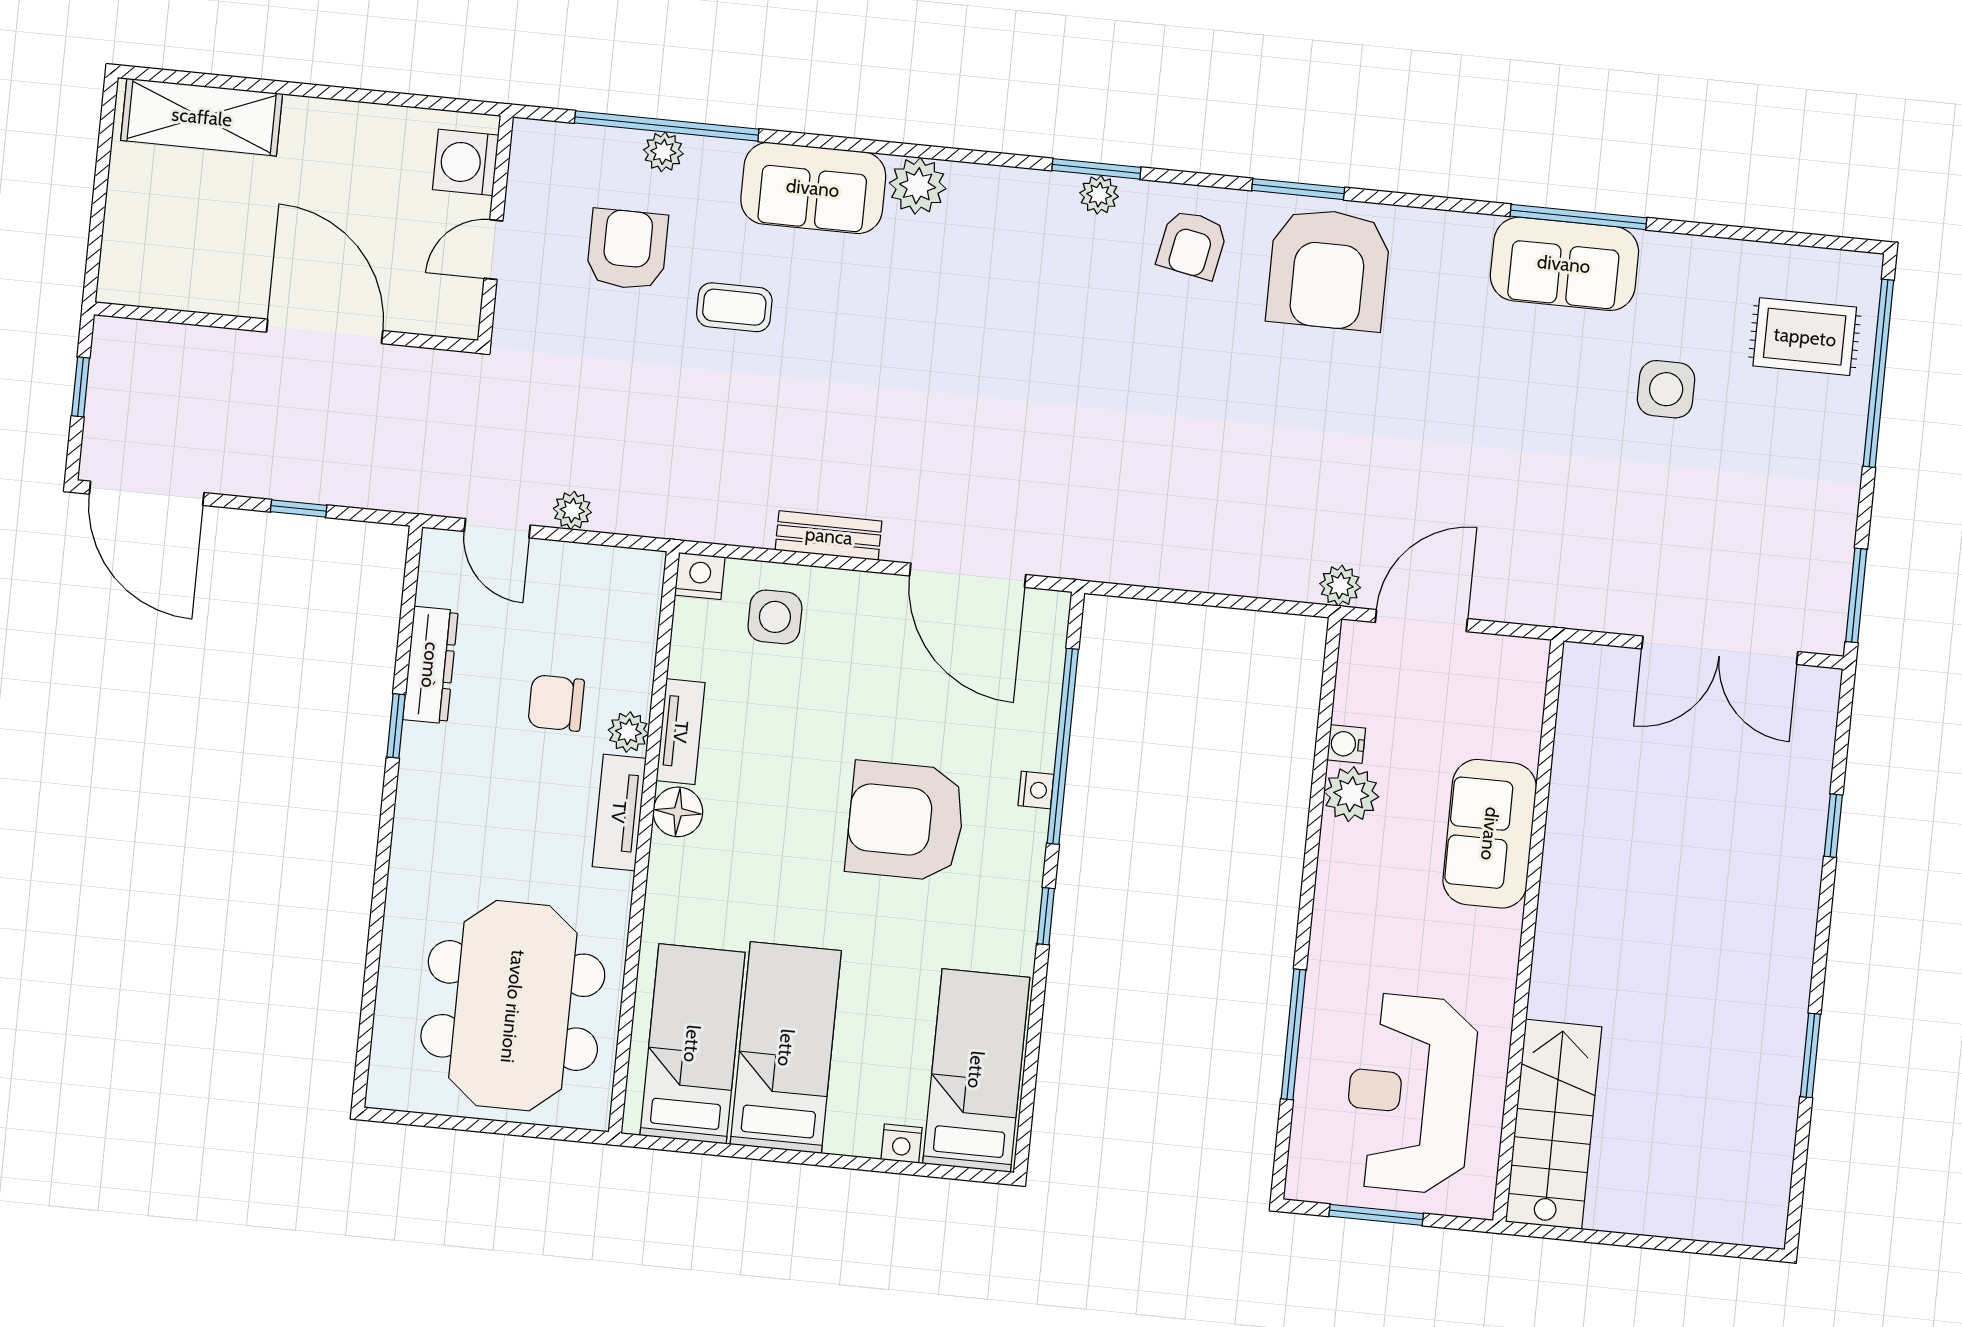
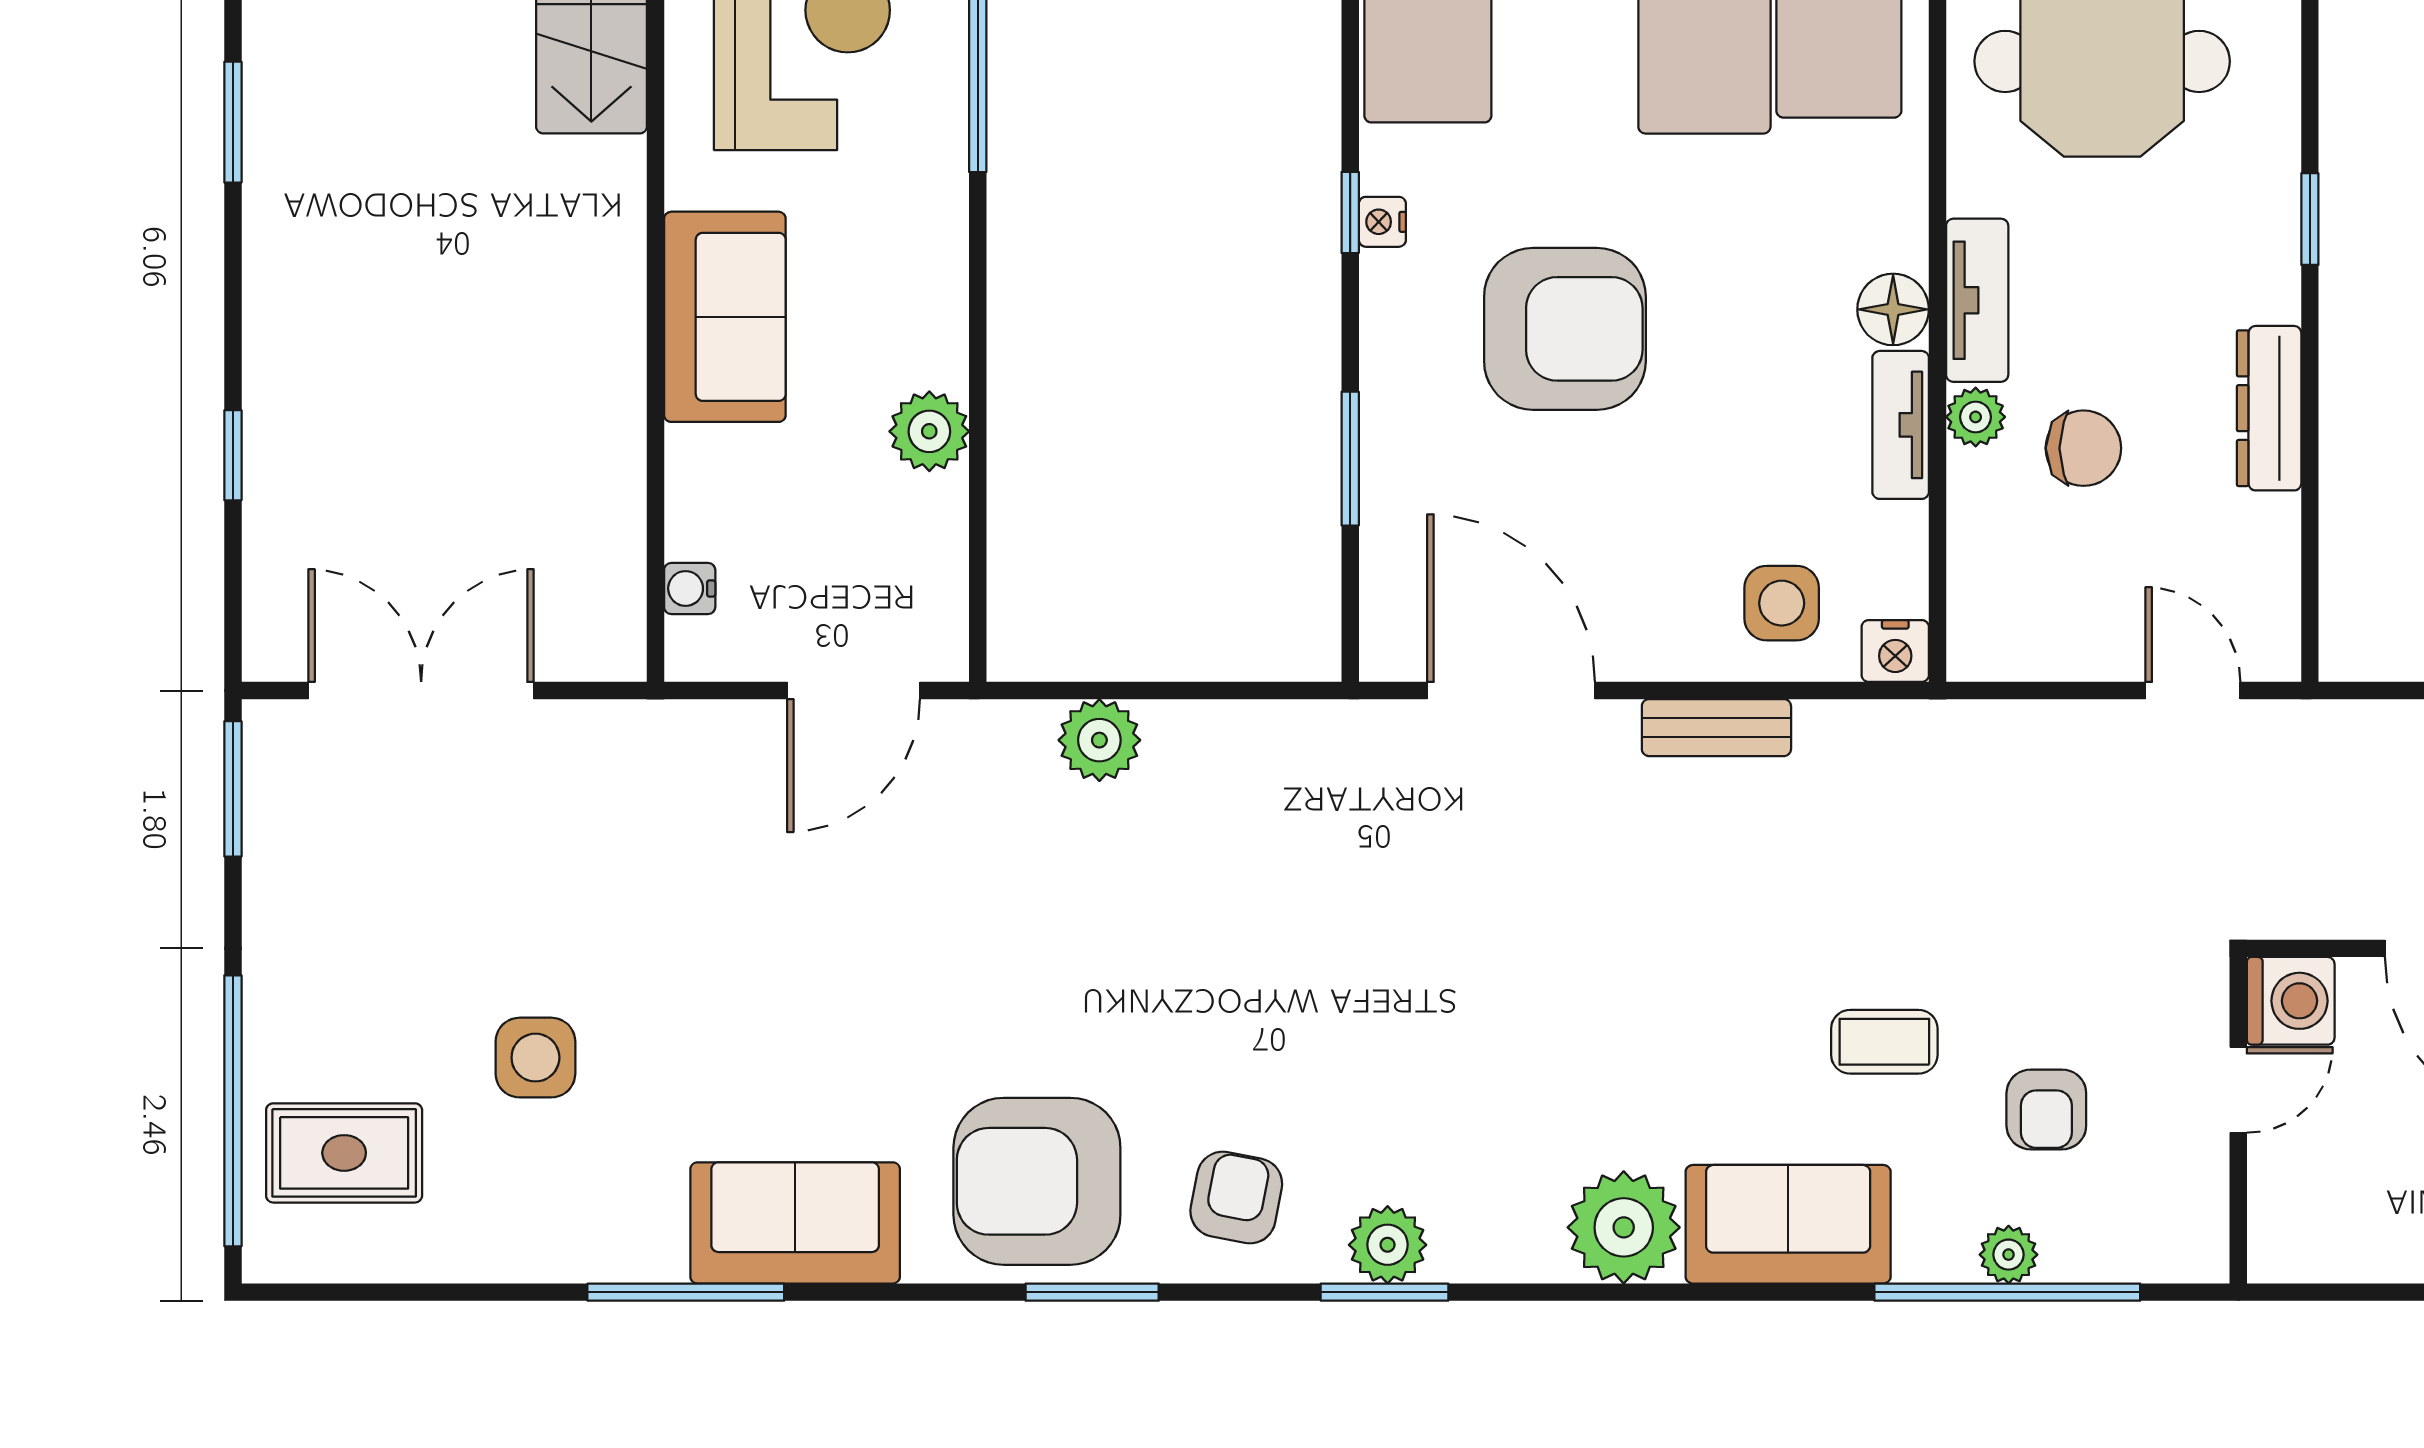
washing machine: (466, 162) -> (2291, 1001), moved
plant: (918, 186) -> (1624, 1227), width x1.36, depth x1.36
plant: (1099, 195) -> (1388, 1245), width x1.38, depth x1.38
armchair: (627, 249) -> (2046, 1109), width x0.72, depth x0.72
sofa: (1564, 264) -> (795, 1223), moved
armchair: (1329, 269) -> (1037, 1181), turned -90
plant: (572, 510) -> (2088, 727), removed
plant: (1340, 586) -> (1099, 740), moved, width x1.38, depth x1.38
dresser: (430, 665) -> (2269, 408), moved
window: (396, 726) -> (2310, 219), moved
water cooler: (1346, 744) -> (690, 588), moved, turned 180
window: (1063, 746) -> (1350, 459), width x0.47
nightstand: (1036, 790) -> (1382, 222), moved
sofa: (1490, 834) -> (725, 317), moved

